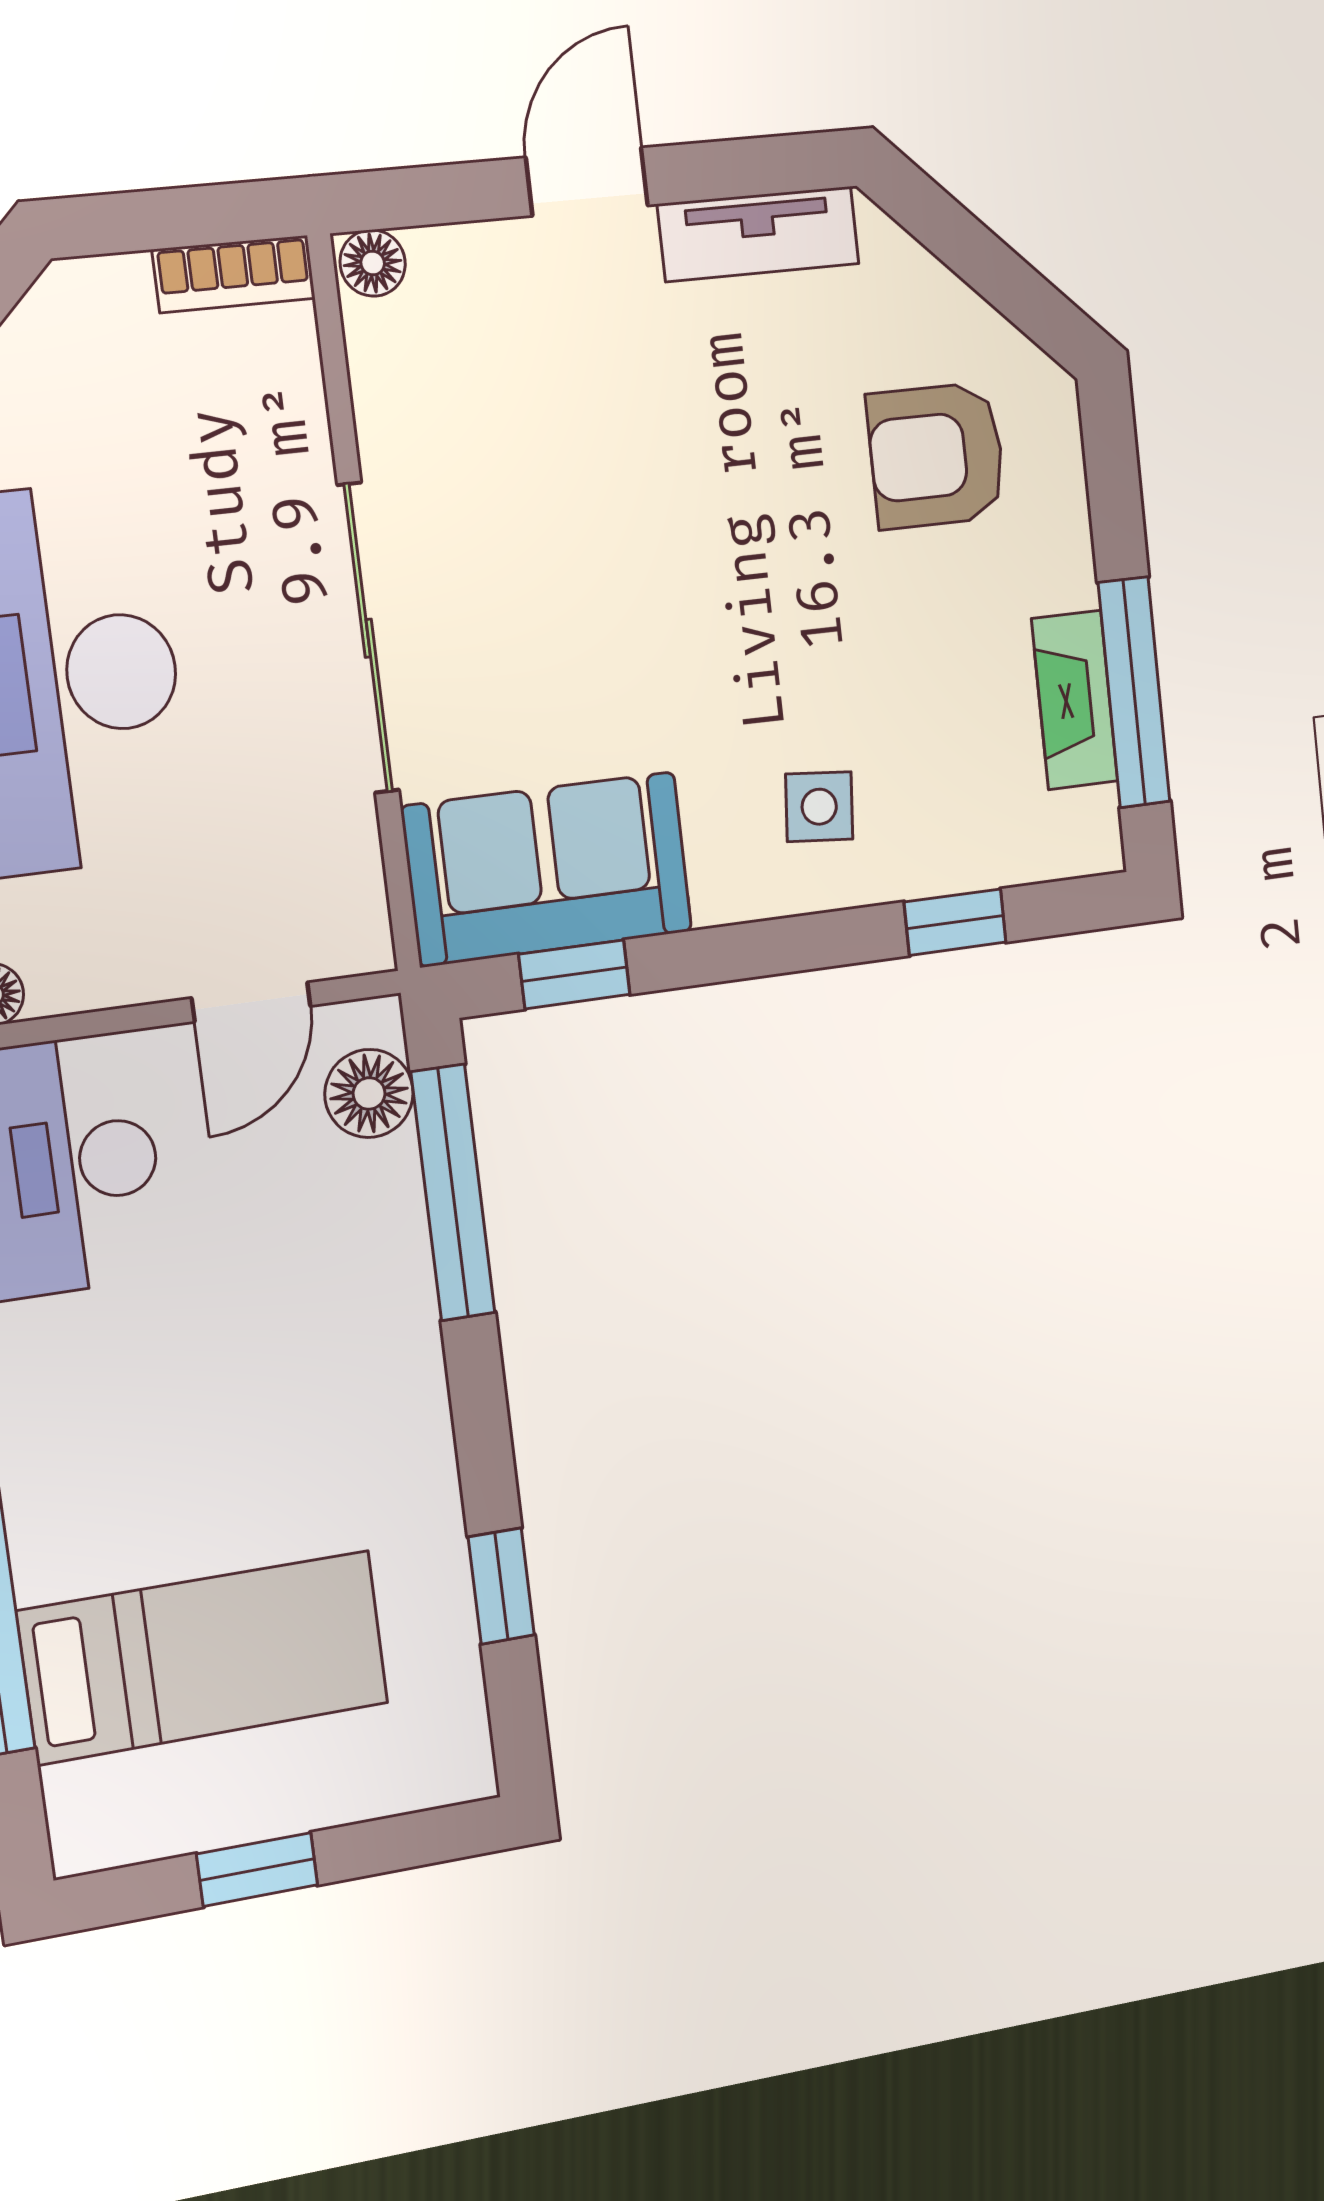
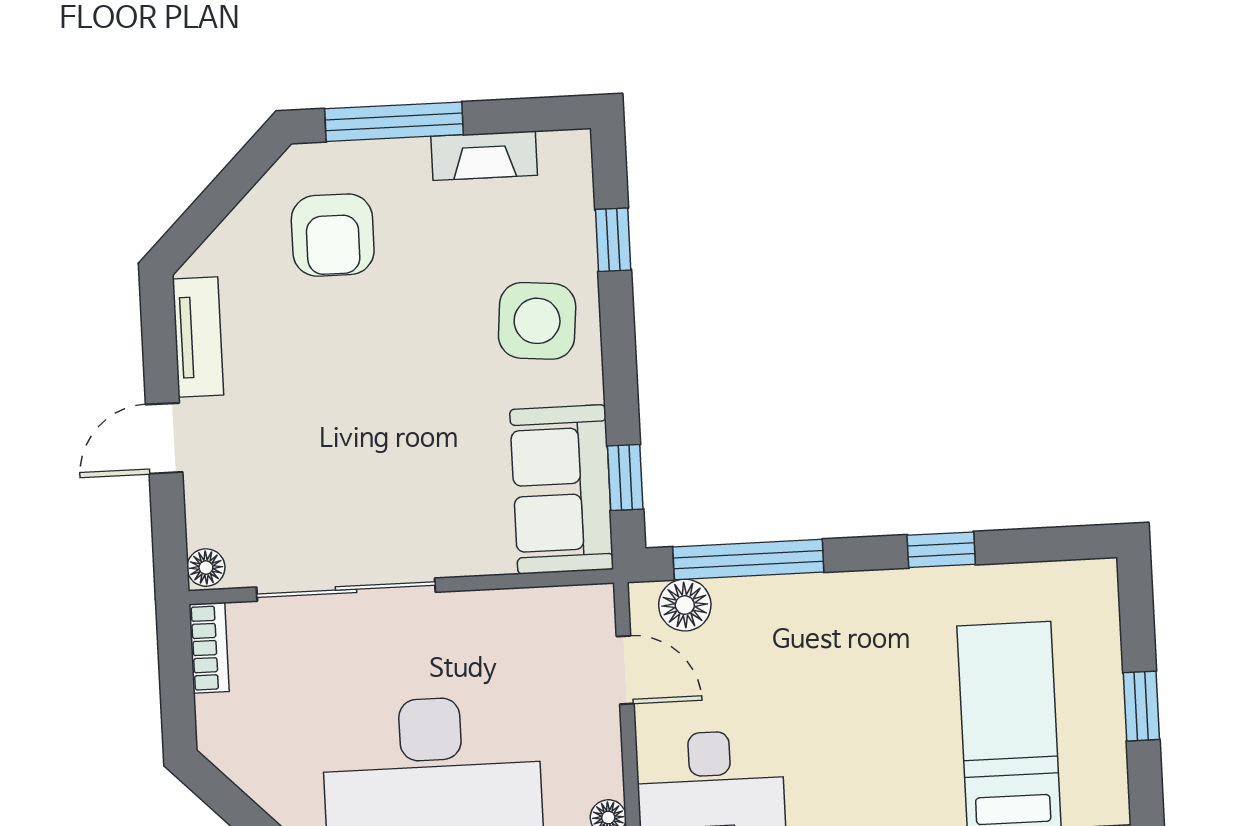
door: (587, 181) -> (164, 438), hinge flipped
sliding door: (368, 638) -> (346, 590), moved
window: (1134, 692) -> (394, 122), moved
side table: (819, 807) -> (537, 321), width x1.87, depth x1.87
window: (501, 1586) -> (941, 550), moved

